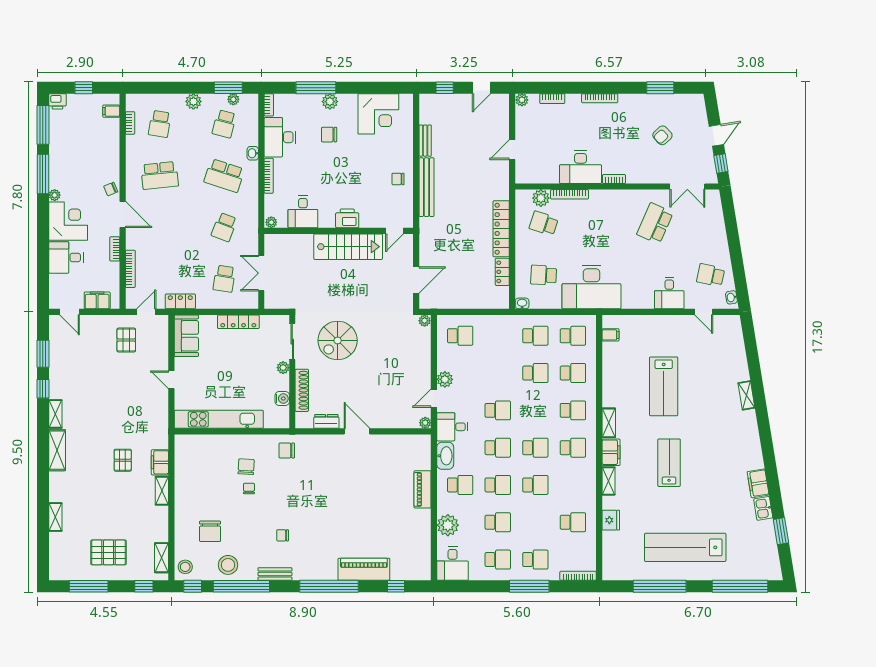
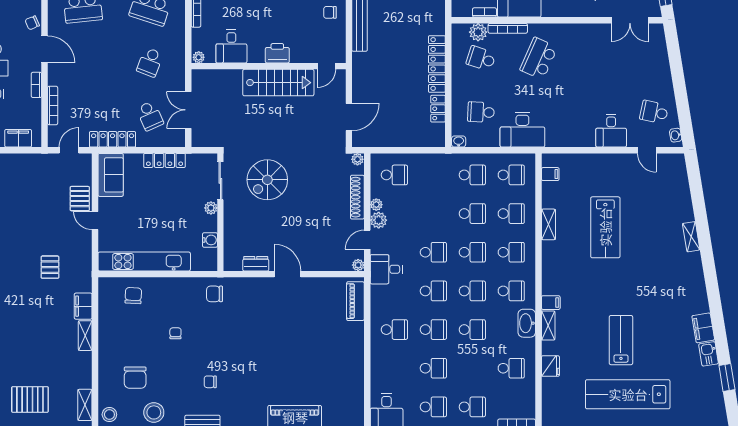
bookcase: (614, 179) -> (484, 12), moved
school desk: (655, 223) -> (539, 58), moved
school desk: (224, 279) -> (150, 116), turned -33
desk: (591, 287) -> (522, 130), width x0.73, depth x0.77
locker: (180, 301) -> (113, 139), width x1.53
pallet: (126, 340) -> (80, 199), moved
shoe rack: (302, 390) -> (357, 197), moved, turned 180
school desk: (535, 410) -> (472, 252), added
shelving: (609, 423) -> (548, 224), moved
filing cabinet: (611, 452) -> (551, 303), width x0.50
washbasin: (445, 456) -> (527, 323), moved, turned 180
pallet: (123, 460) -> (50, 267), moved
lab bench: (669, 463) -> (621, 340), moved
chair: (246, 467) -> (133, 296), moved
piano: (423, 489) -> (355, 301), moved
plant: (448, 525) -> (376, 205), moved, width x0.53, depth x0.53

